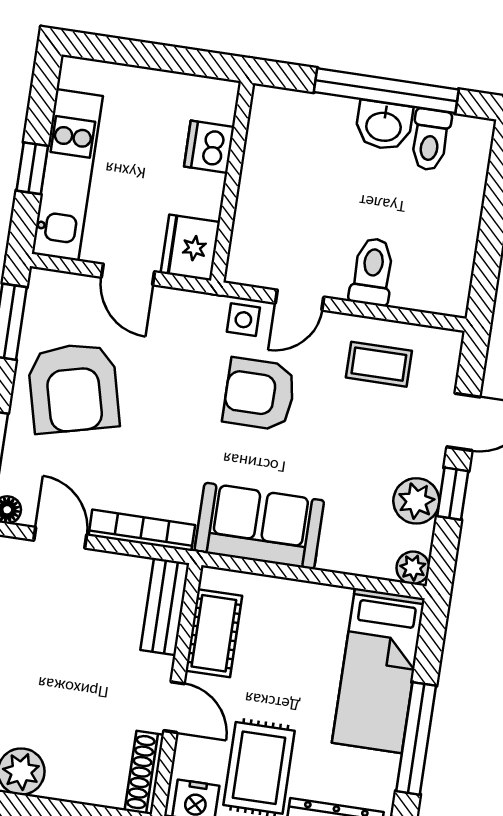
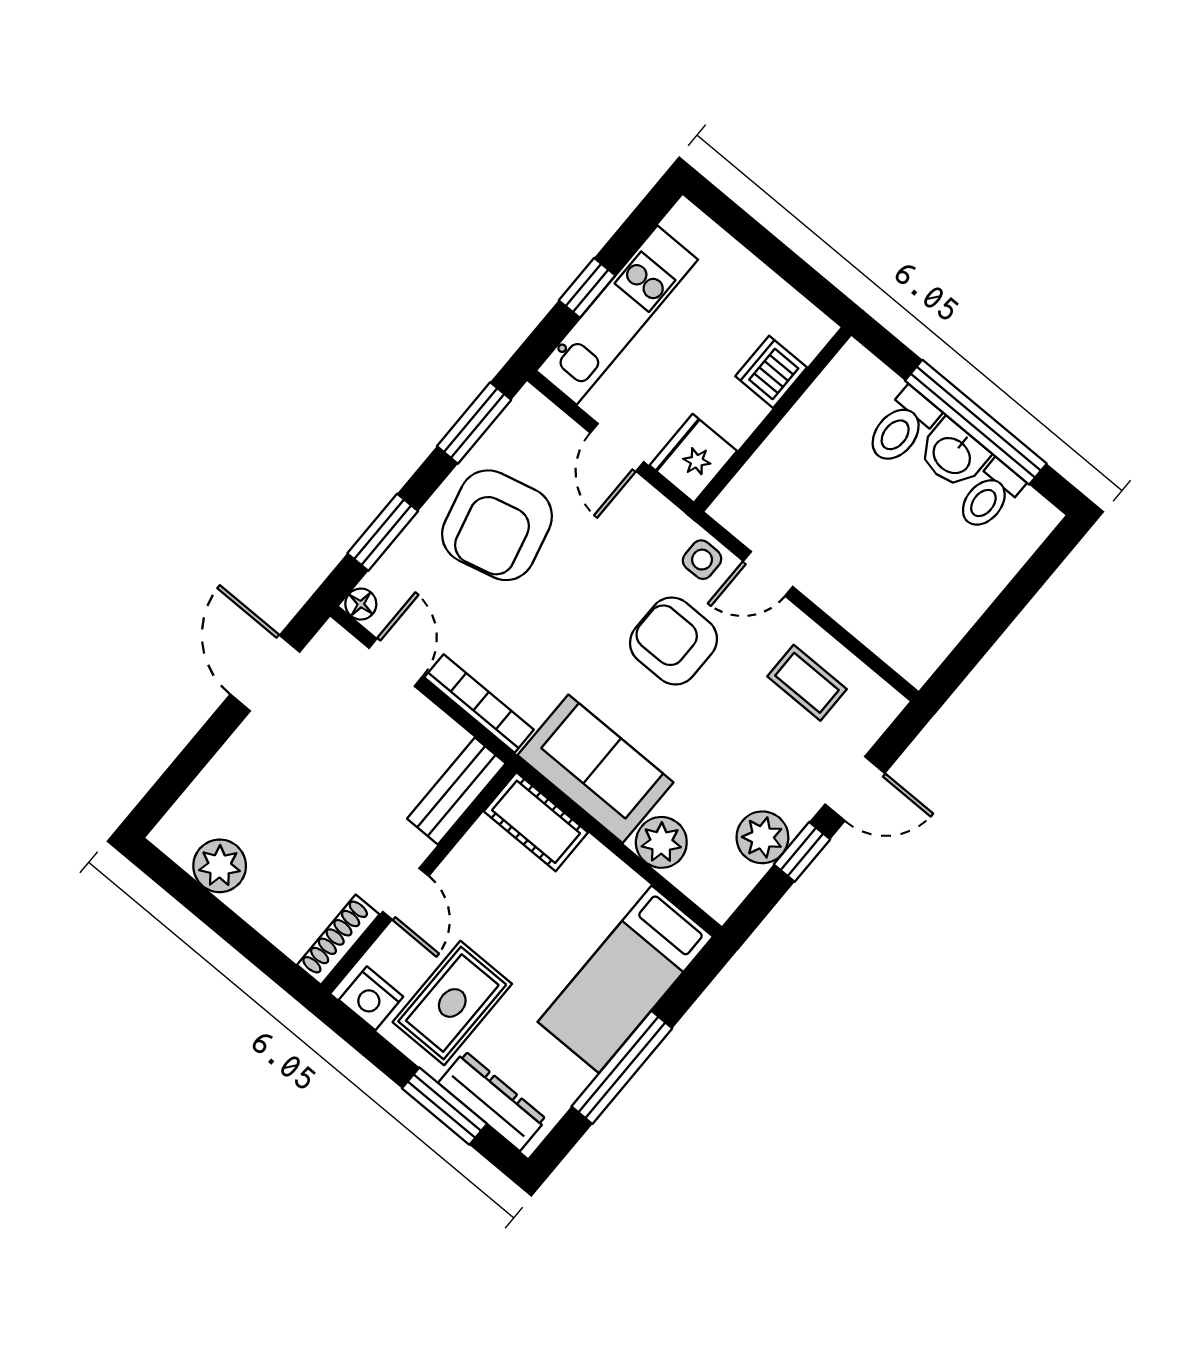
toilet: (372, 272) -> (902, 427), moved, turned 180
plant: (413, 568) -> (661, 842), moved, width x1.38, depth x1.38
cot: (214, 633) -> (536, 822), moved, turned 90

